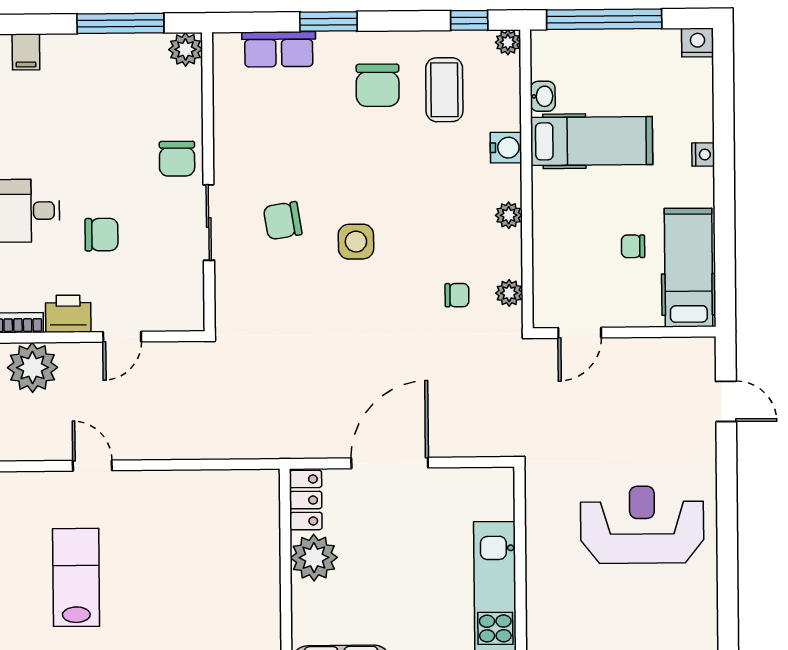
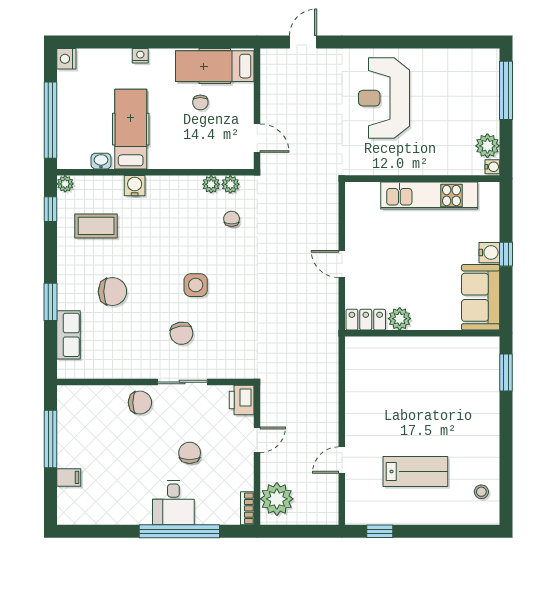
plant: (185, 49) -> (68, 396), removed
filing cabinet: (26, 52) -> (69, 477), moved
chair: (378, 85) -> (112, 292), moved
plant: (509, 215) -> (211, 184), moved
printer: (68, 314) -> (242, 400), moved
door: (122, 337) -> (257, 440), hinge flipped
door: (390, 463) -> (342, 264), width x0.53
plant: (314, 558) -> (400, 319), width x0.73, depth x0.73
lab bench: (76, 577) -> (415, 471), turned 180

